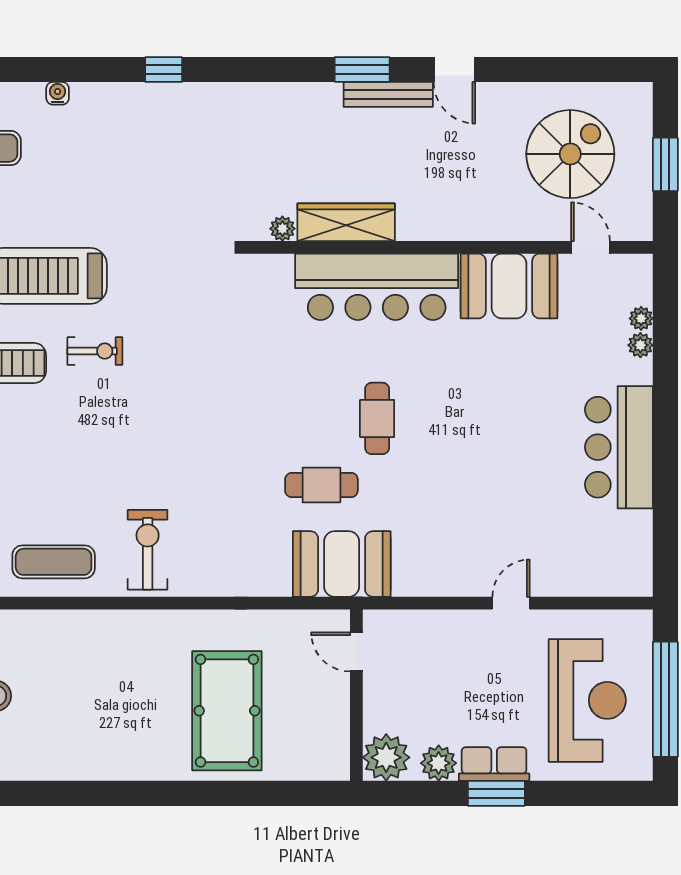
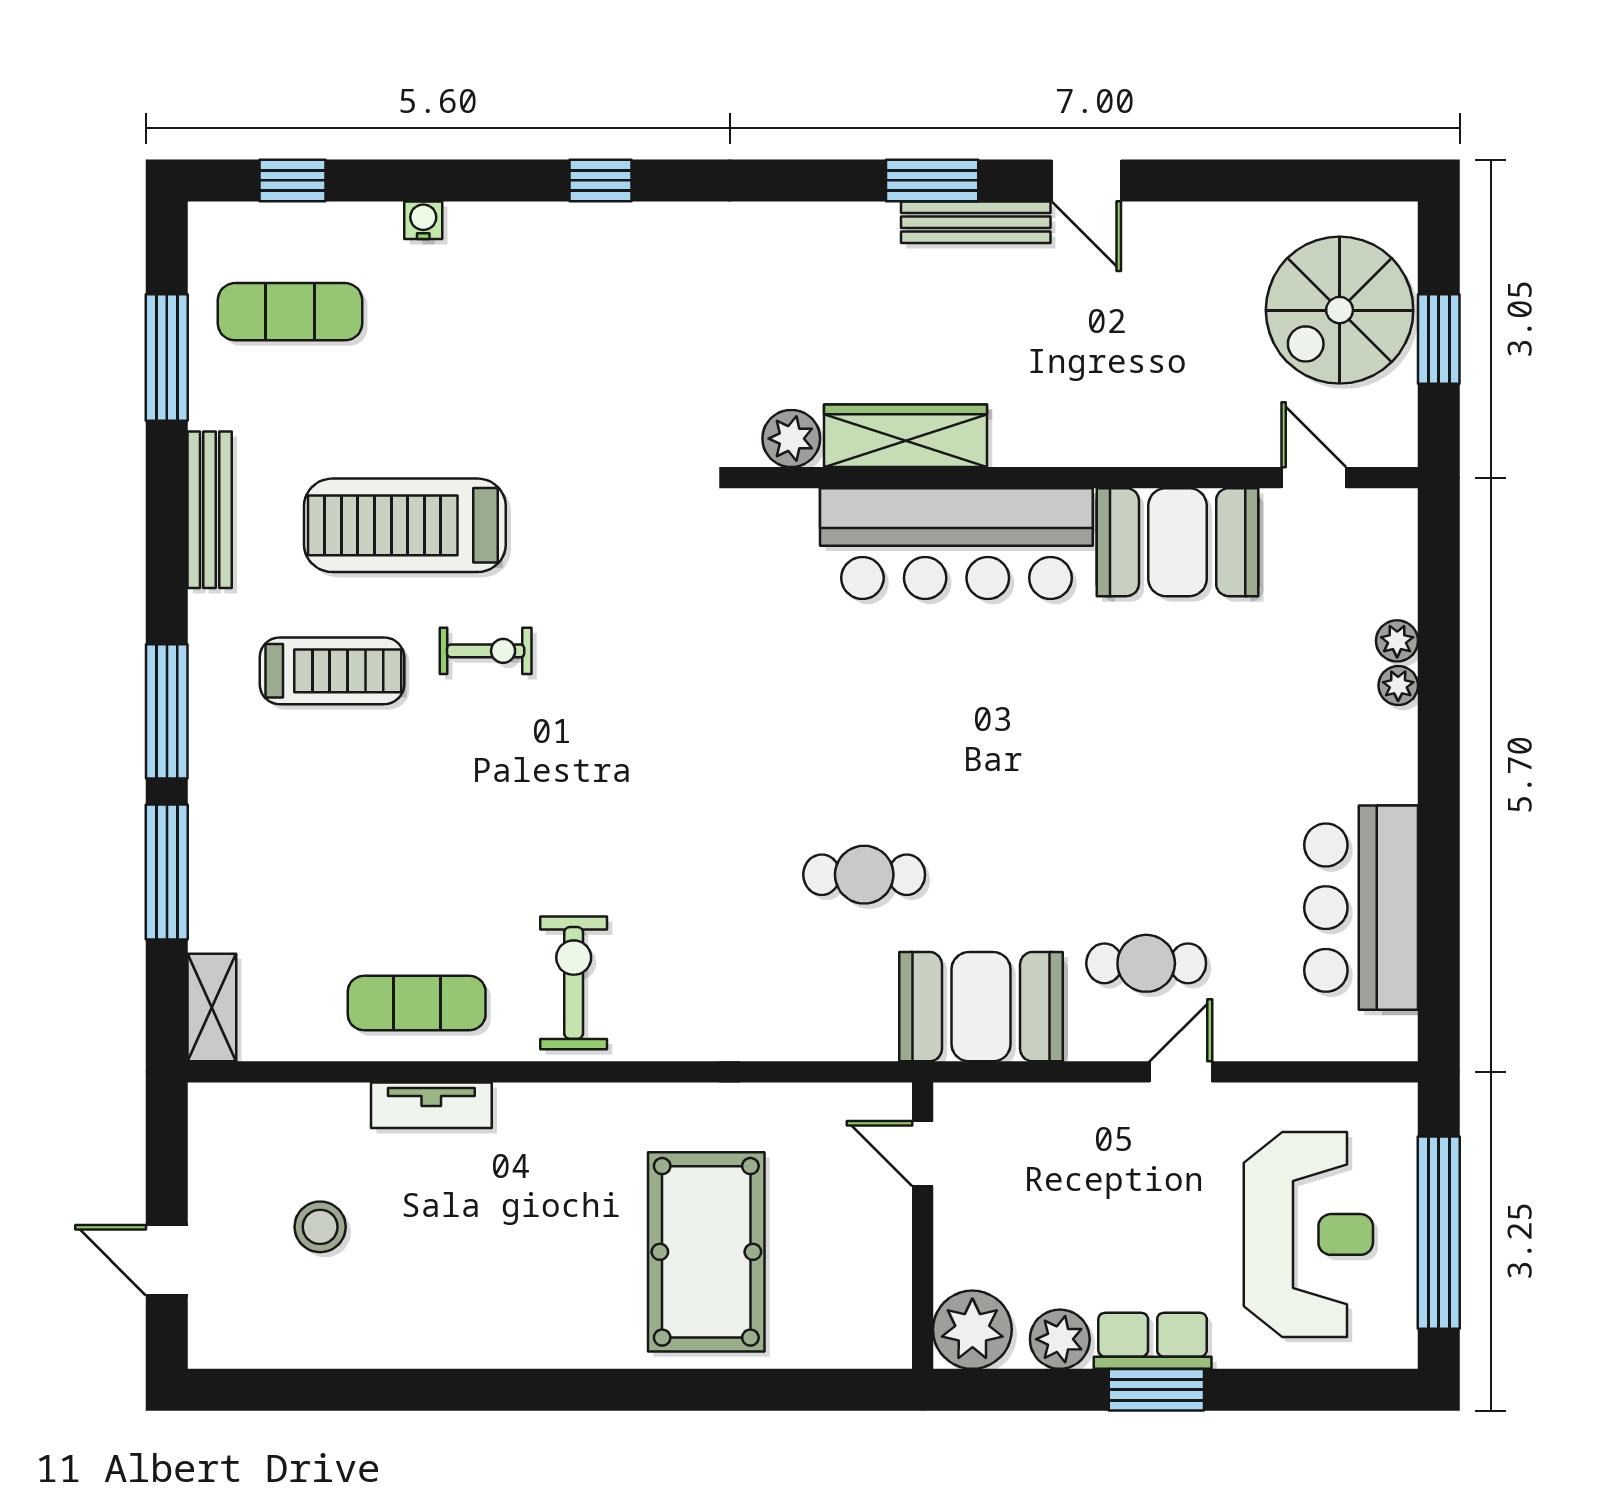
spiral stairs: (570, 154) -> (1340, 310), moved, turned 180
plant: (282, 229) -> (791, 439), width x1.38, depth x1.38
plant: (641, 318) -> (1398, 686), moved
cafe table: (377, 418) -> (1146, 963), moved, turned 90
bar counter: (619, 447) -> (1361, 908), moved
booth: (342, 564) -> (981, 1007), moved
tv unit: (62, 623) -> (431, 1105), added

